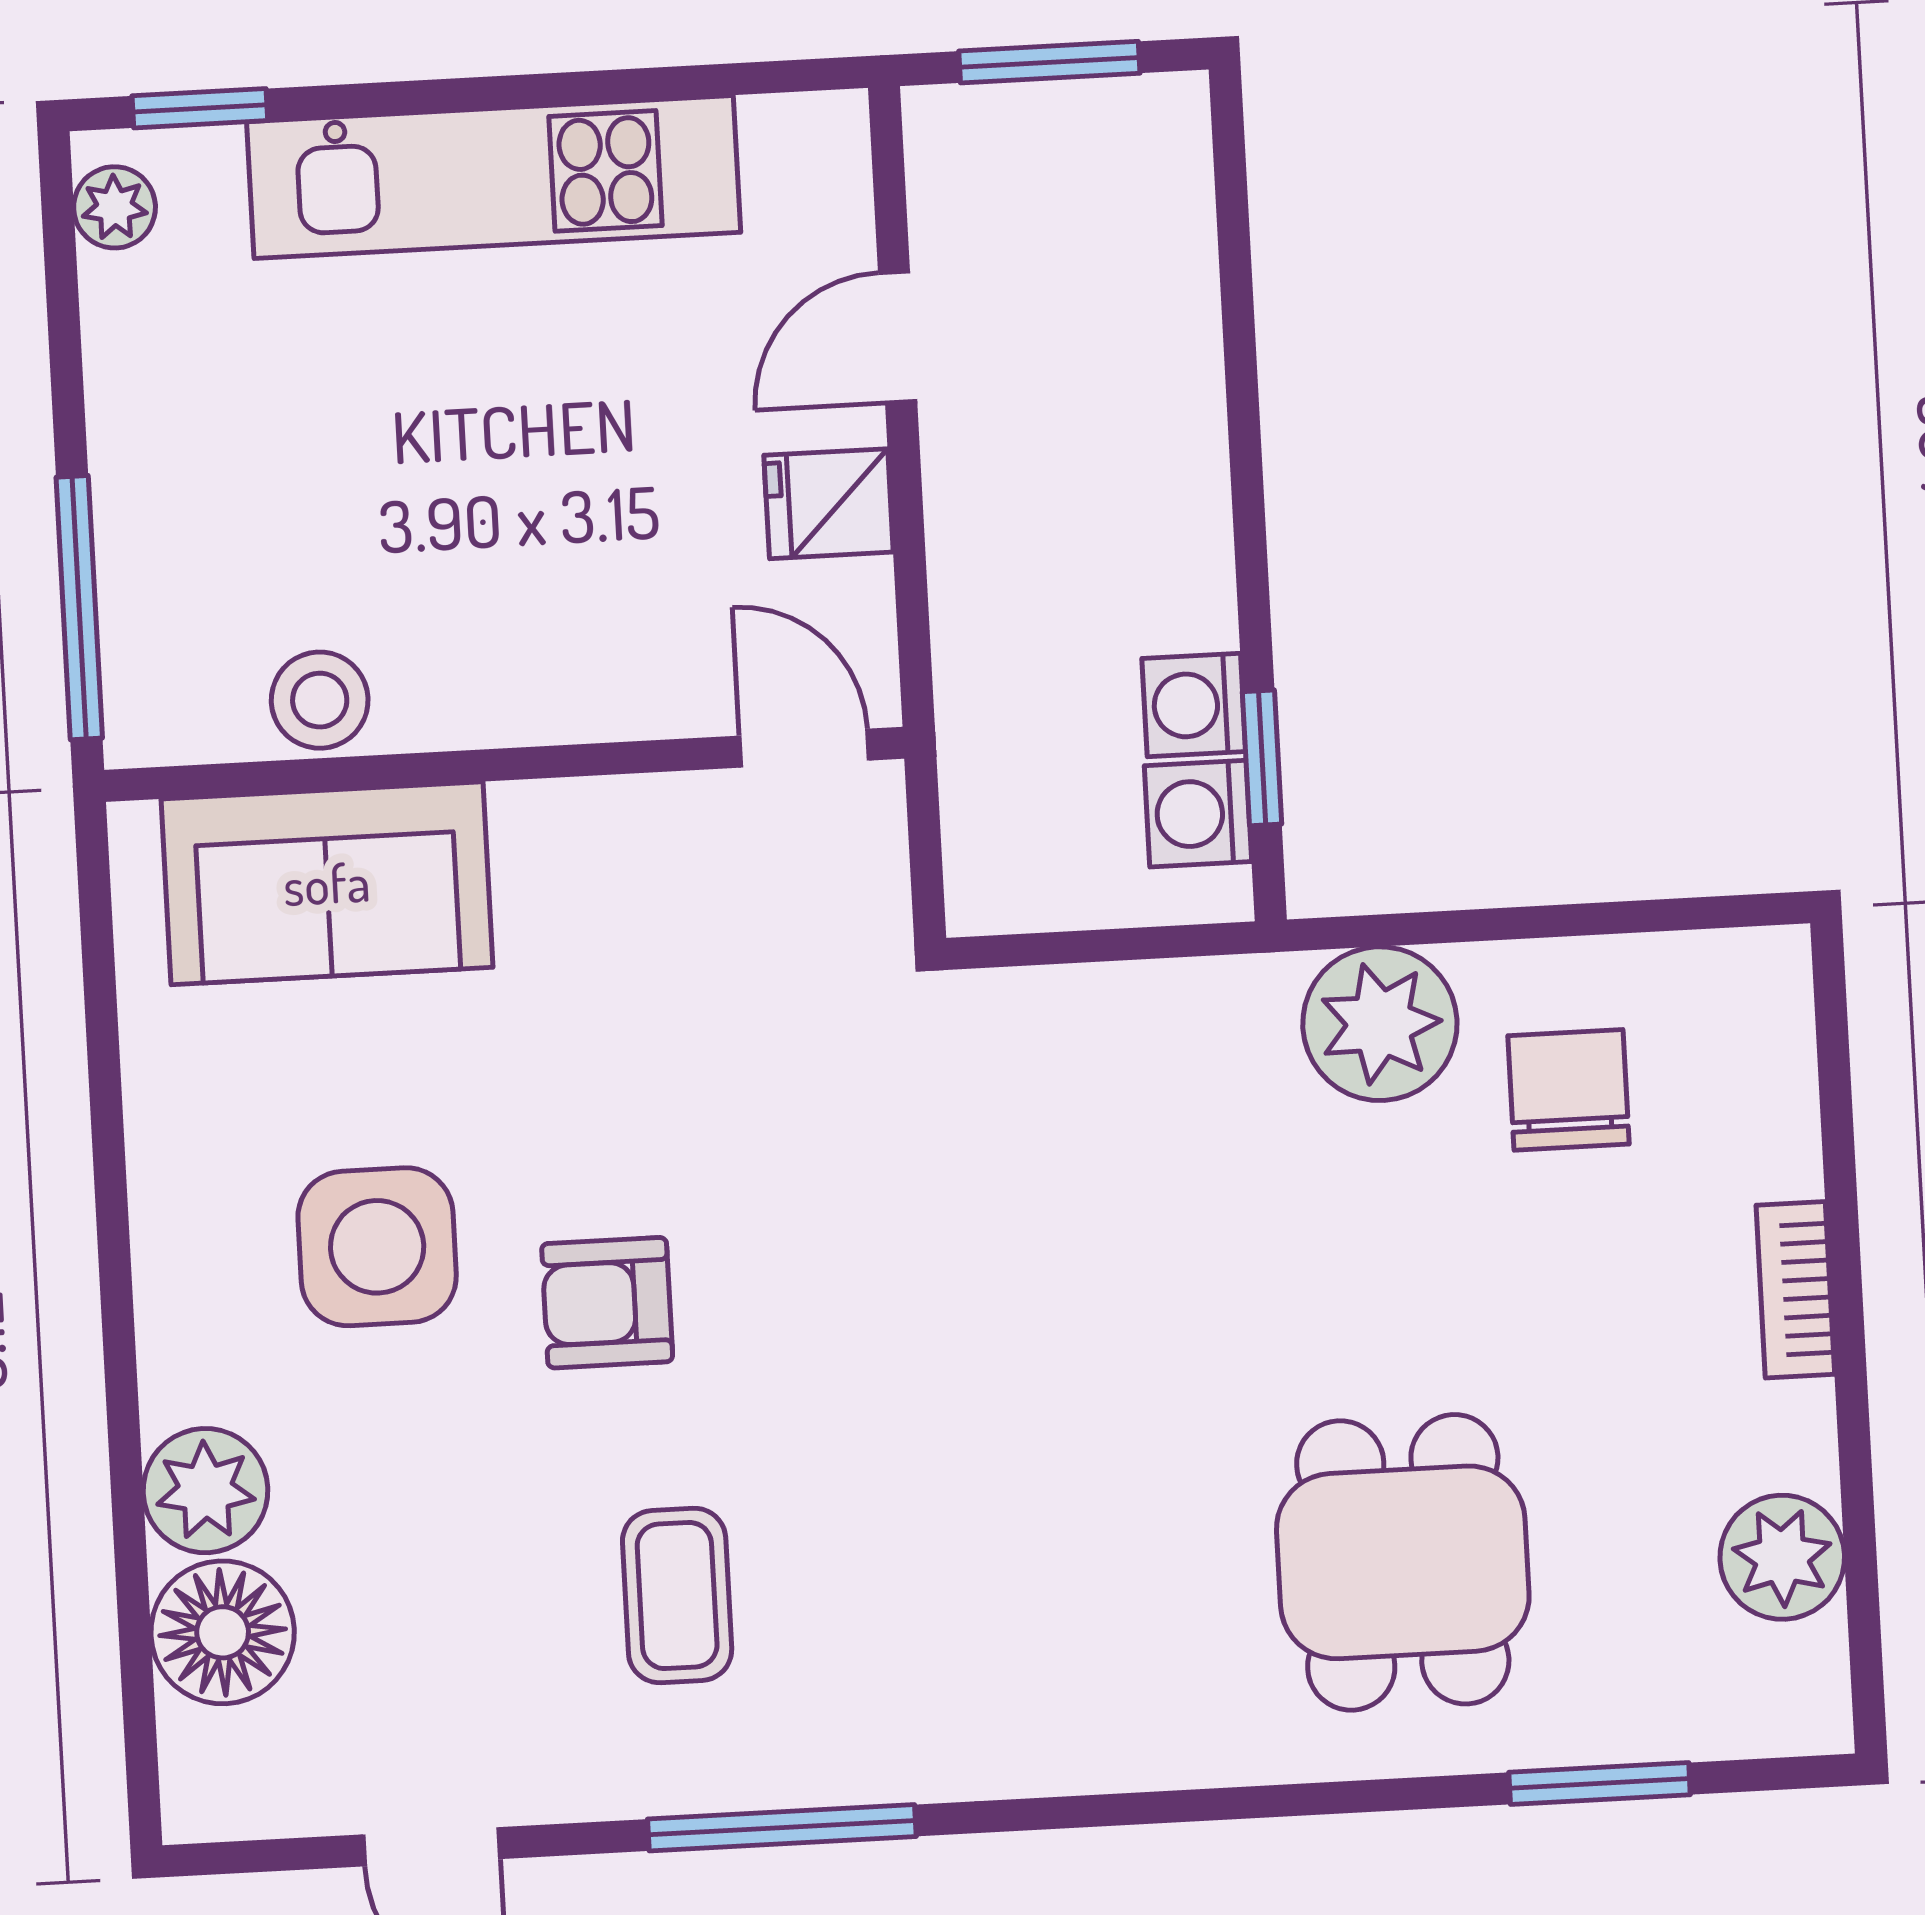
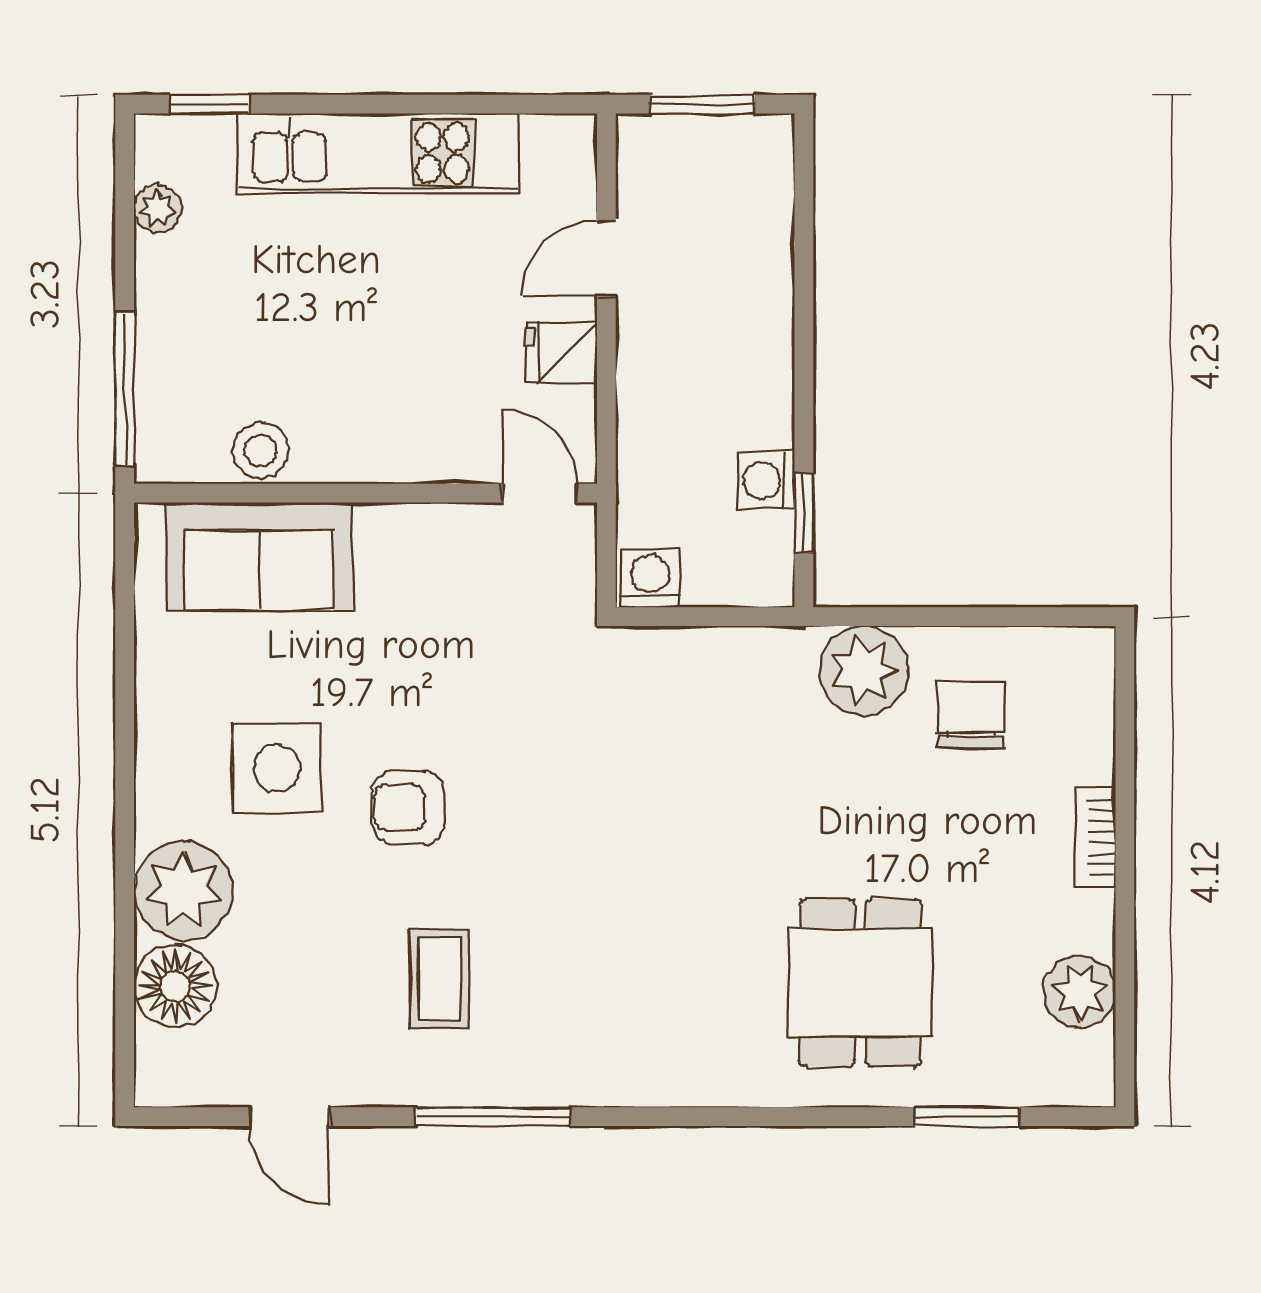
plant: (115, 207) -> (158, 208), moved
washing machine: (1198, 814) -> (650, 578), moved, turned 90
plant: (205, 1491) -> (183, 891), width x1.36, depth x1.36

